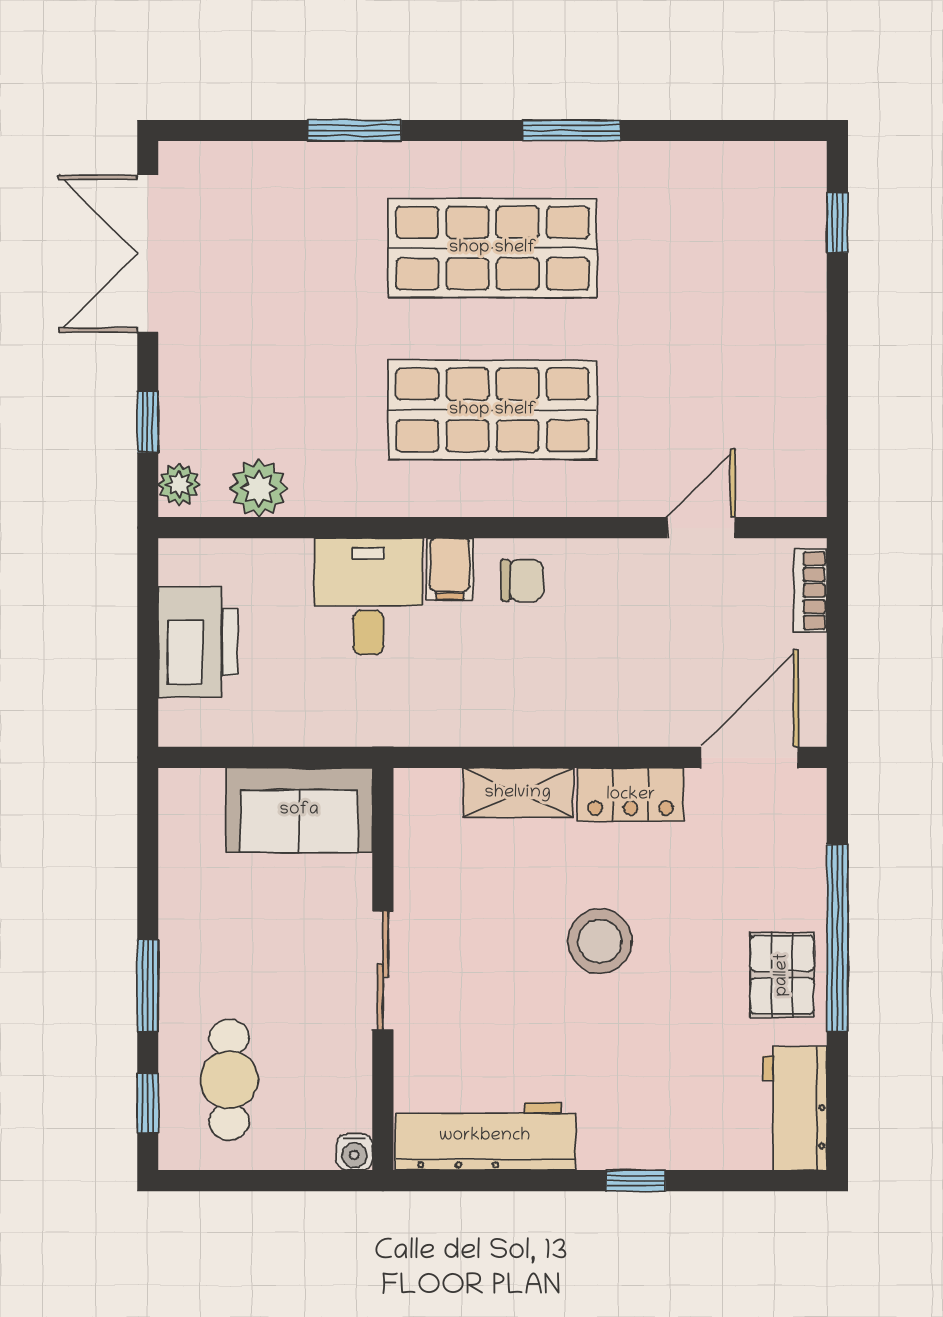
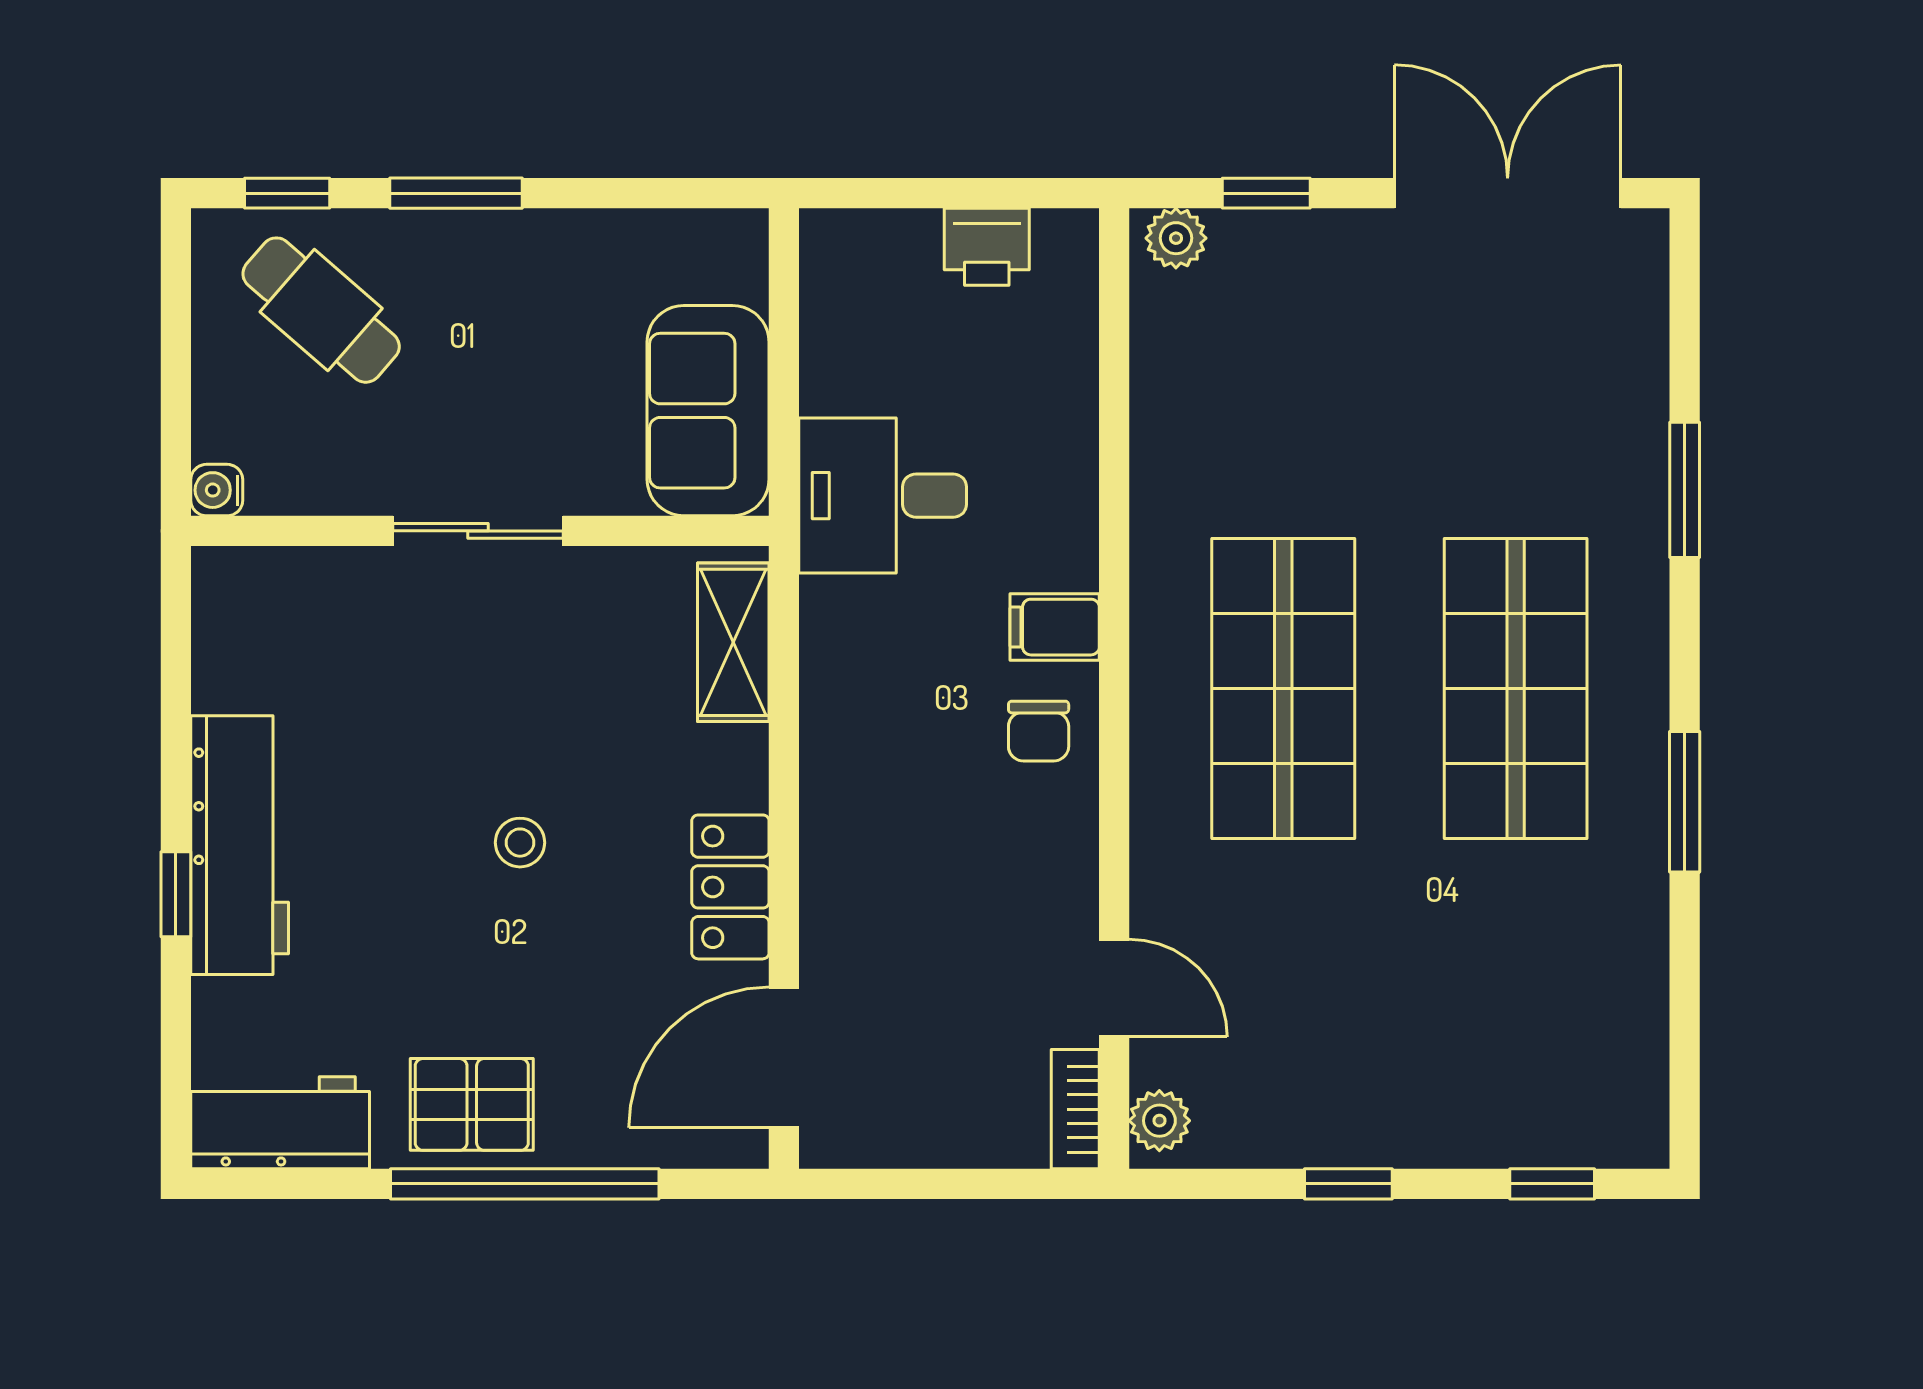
window: (837, 365) -> (1348, 1184), added
plant: (259, 488) -> (1159, 1121), moved, width x0.73, depth x0.73
bookcase: (810, 591) -> (1075, 1109), moved, turned -90
desk: (368, 596) -> (883, 496), moved, turned 180
printer: (198, 642) -> (987, 247), width x0.53, depth x0.68
door: (749, 757) -> (784, 1057), swing flipped
shelving: (518, 793) -> (733, 642), moved
stool: (600, 941) -> (520, 843), width x0.53, depth x0.53
cafe table: (229, 1080) -> (321, 310), turned 41
workbench: (485, 1136) -> (240, 845), moved

